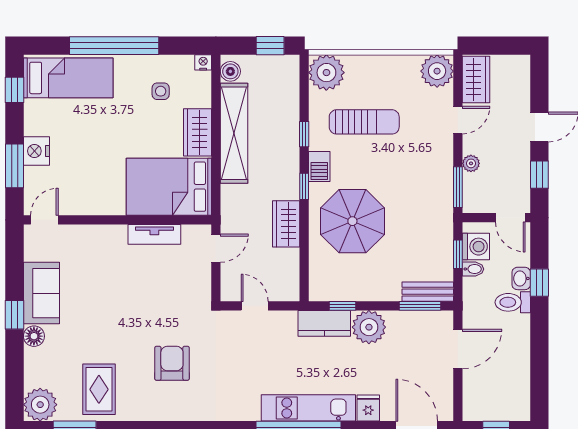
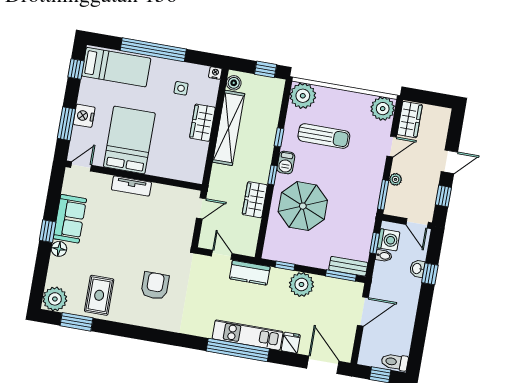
bed: (169, 187) -> (129, 140), moved, turned 90
tv unit: (154, 234) -> (131, 186), moved
toilet: (513, 302) -> (395, 362), moved
kitchen counter: (324, 323) -> (250, 273), moved

